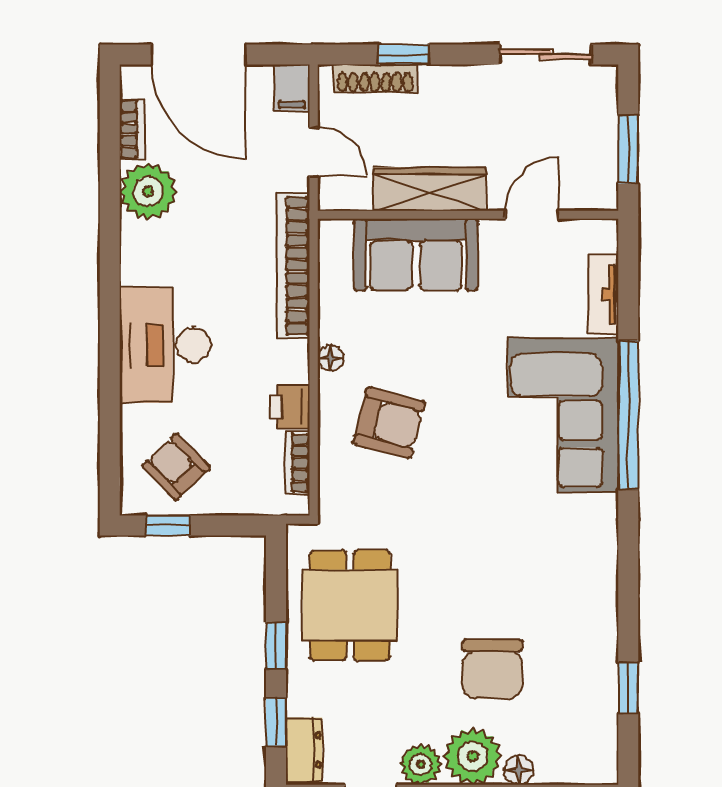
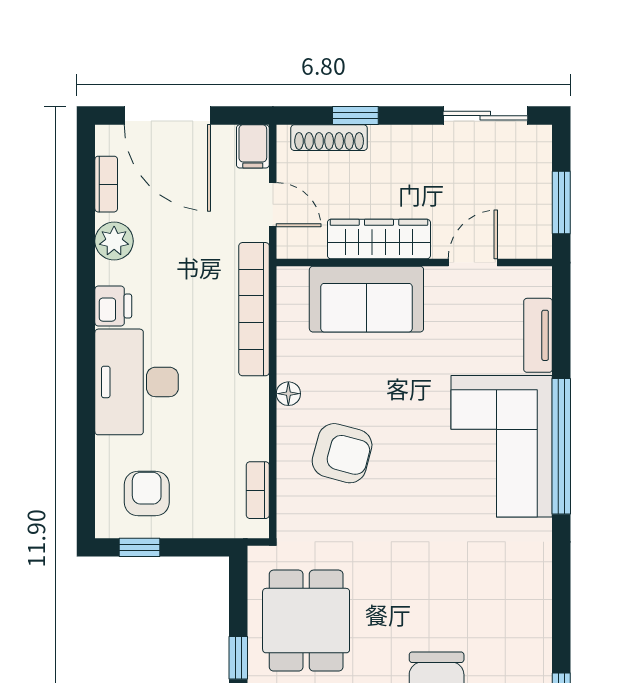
plant: (148, 191) -> (114, 241), width x0.73, depth x0.73
printer: (290, 407) -> (113, 306), moved, turned 180
armchair: (176, 467) -> (147, 493), turned 44

